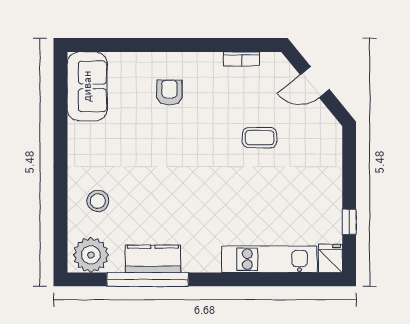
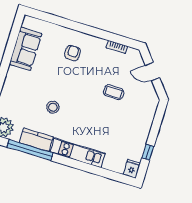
sofa: (87, 86) -> (25, 49), moved
stool: (98, 201) -> (53, 107), moved
kitchen unit: (269, 259) -> (78, 153), moved

